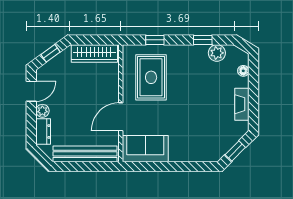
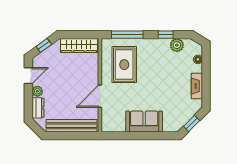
window: (155, 40) -> (127, 35), width x2.17
sofa: (145, 149) -> (144, 121), moved

